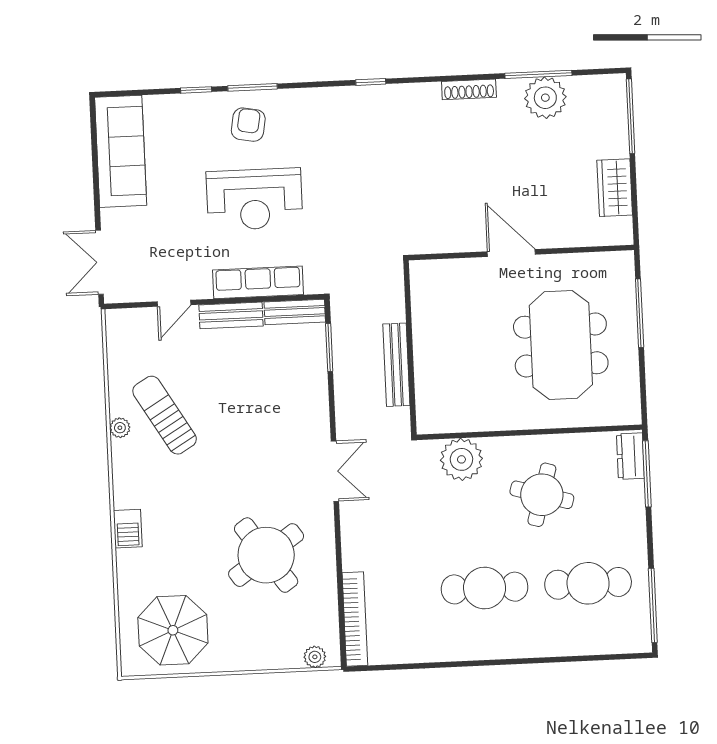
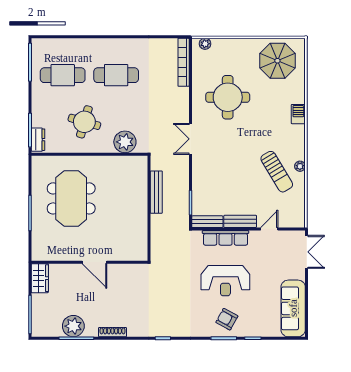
armchair: (248, 125) -> (227, 319), turned 109
reception desk: (254, 199) -> (225, 281), turned 180
door: (511, 253) -> (94, 262), moved
wall: (521, 253) -> (89, 262), moved
round table: (266, 555) -> (228, 97), turned 35

